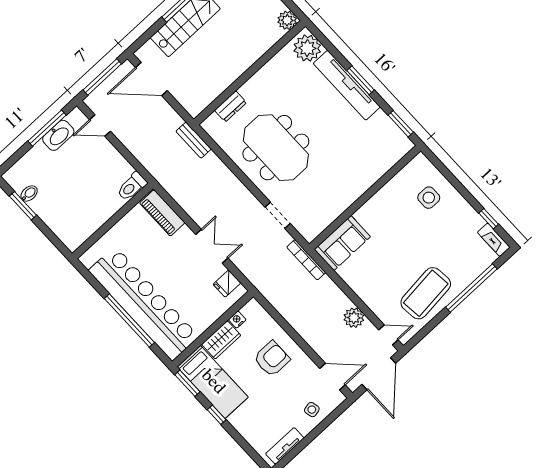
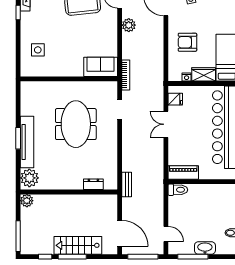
window: (401, 124) -> (18, 99), removed
washbasin: (58, 135) -> (205, 248), moved
meeting table: (276, 148) -> (76, 124), moved
piano: (162, 213) -> (183, 172), moved, turned -90

